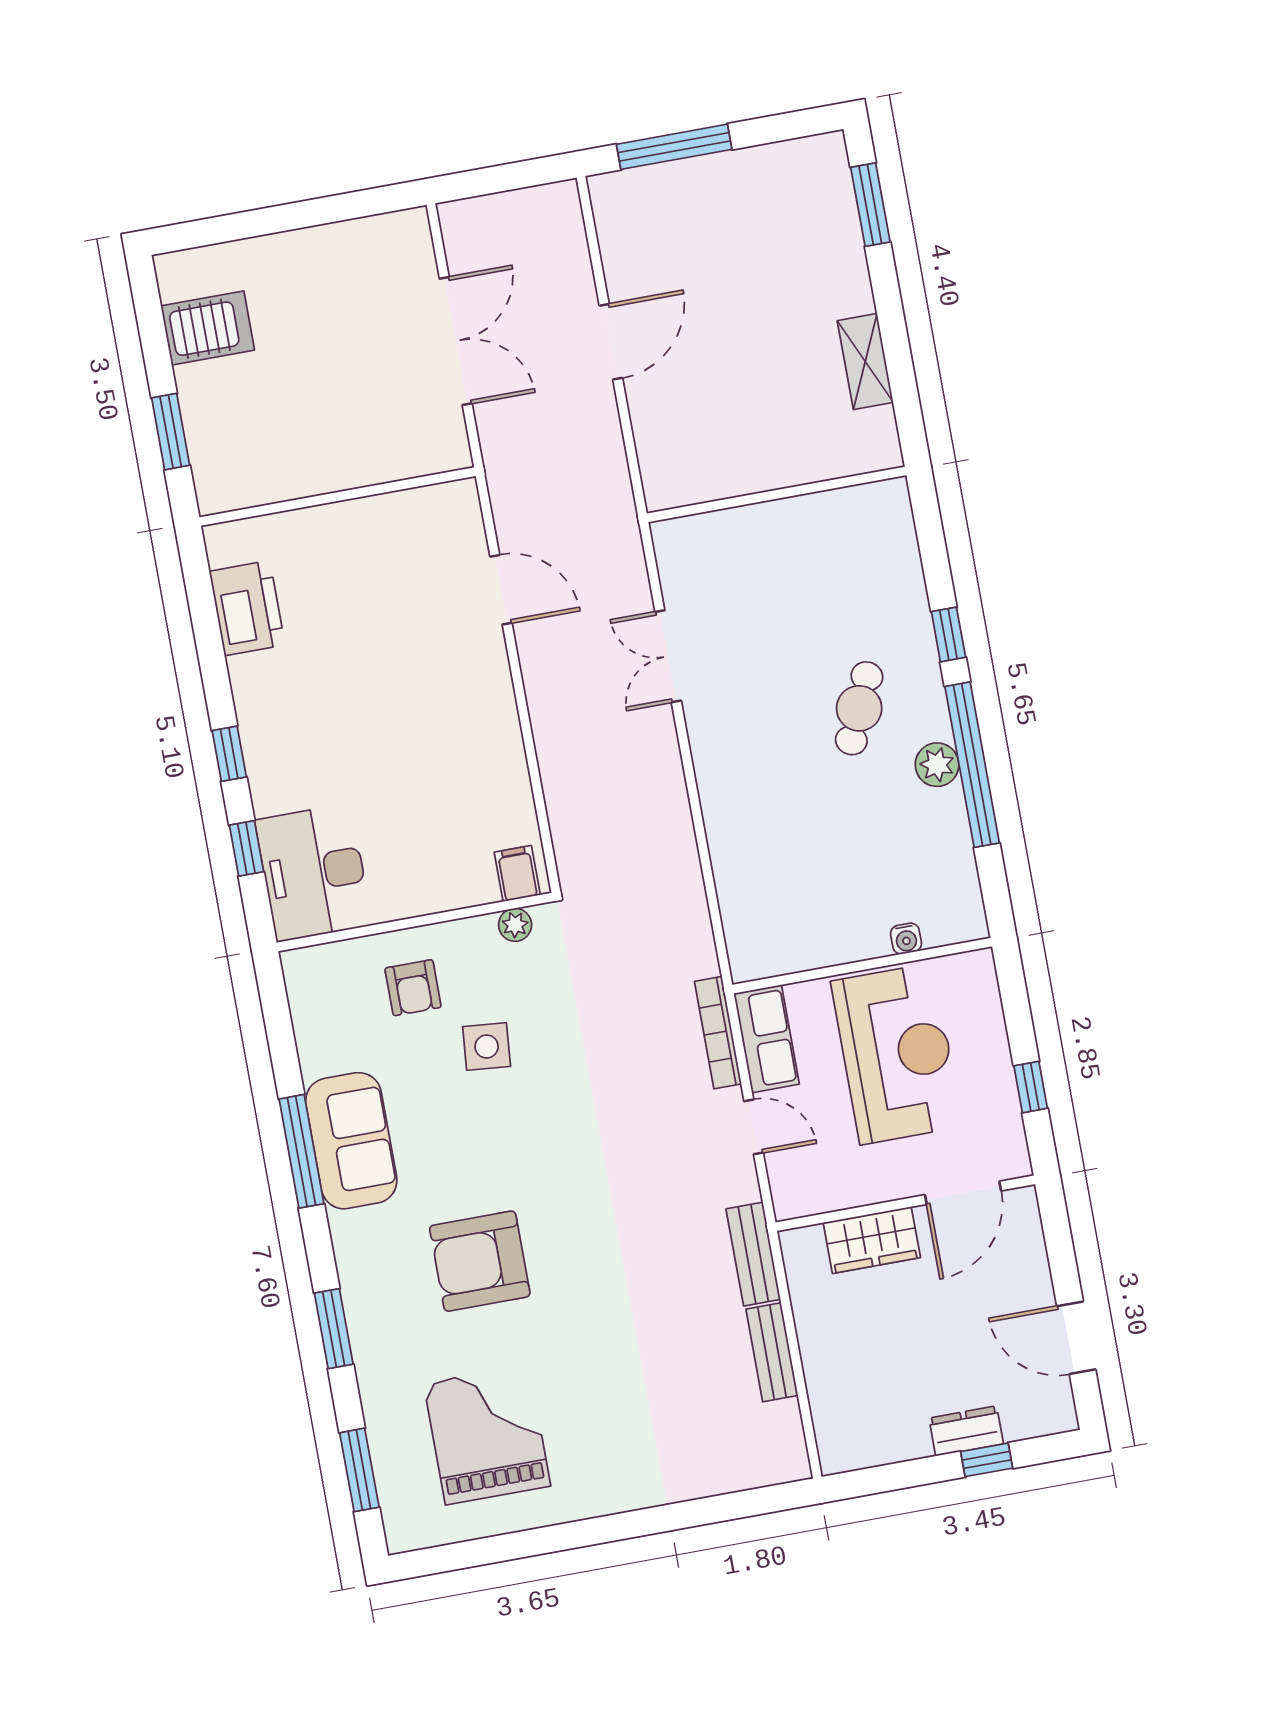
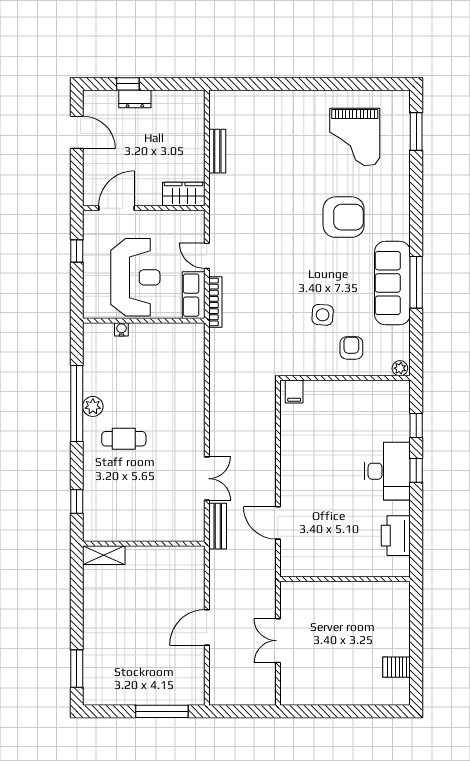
server rack: (208, 328) -> (397, 667), width x0.73, depth x0.70
double door: (456, 341) -> (278, 641), width x0.73
shelving: (865, 362) -> (104, 555), moved, turned 90
window: (171, 432) -> (416, 623), removed
window: (948, 634) -> (77, 502), moved
cafe table: (859, 708) -> (124, 439), turned 66
desk: (314, 873) -> (387, 471), moved
plant: (515, 925) -> (400, 368), moved
reception desk: (897, 1054) -> (135, 277), turned 180
sofa: (351, 1141) -> (392, 283), width x1.36
wardrobe: (872, 1240) -> (184, 194), moved
bench: (753, 1254) -> (218, 526), moved
window: (334, 1329) -> (416, 198), removed

